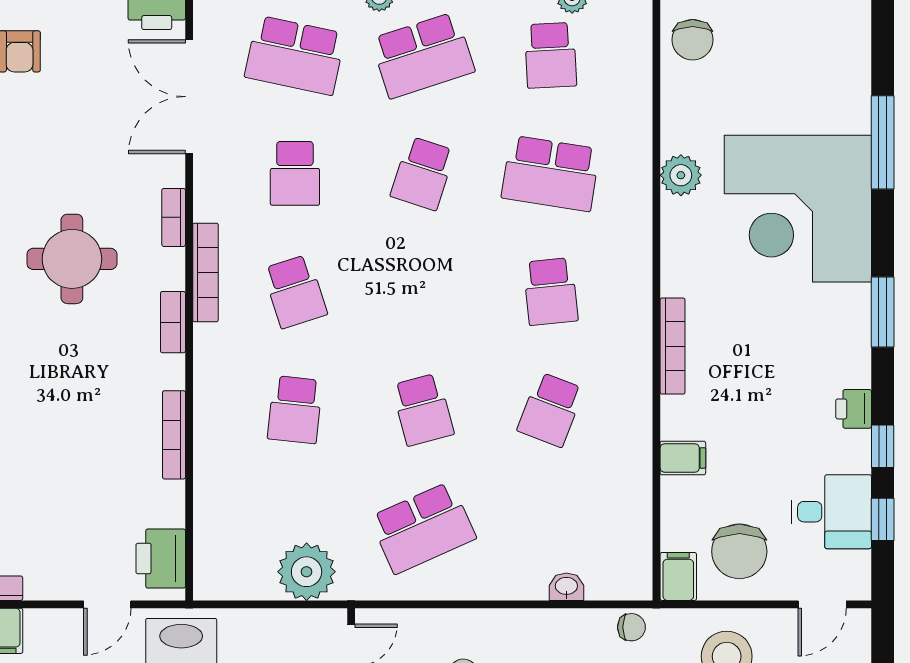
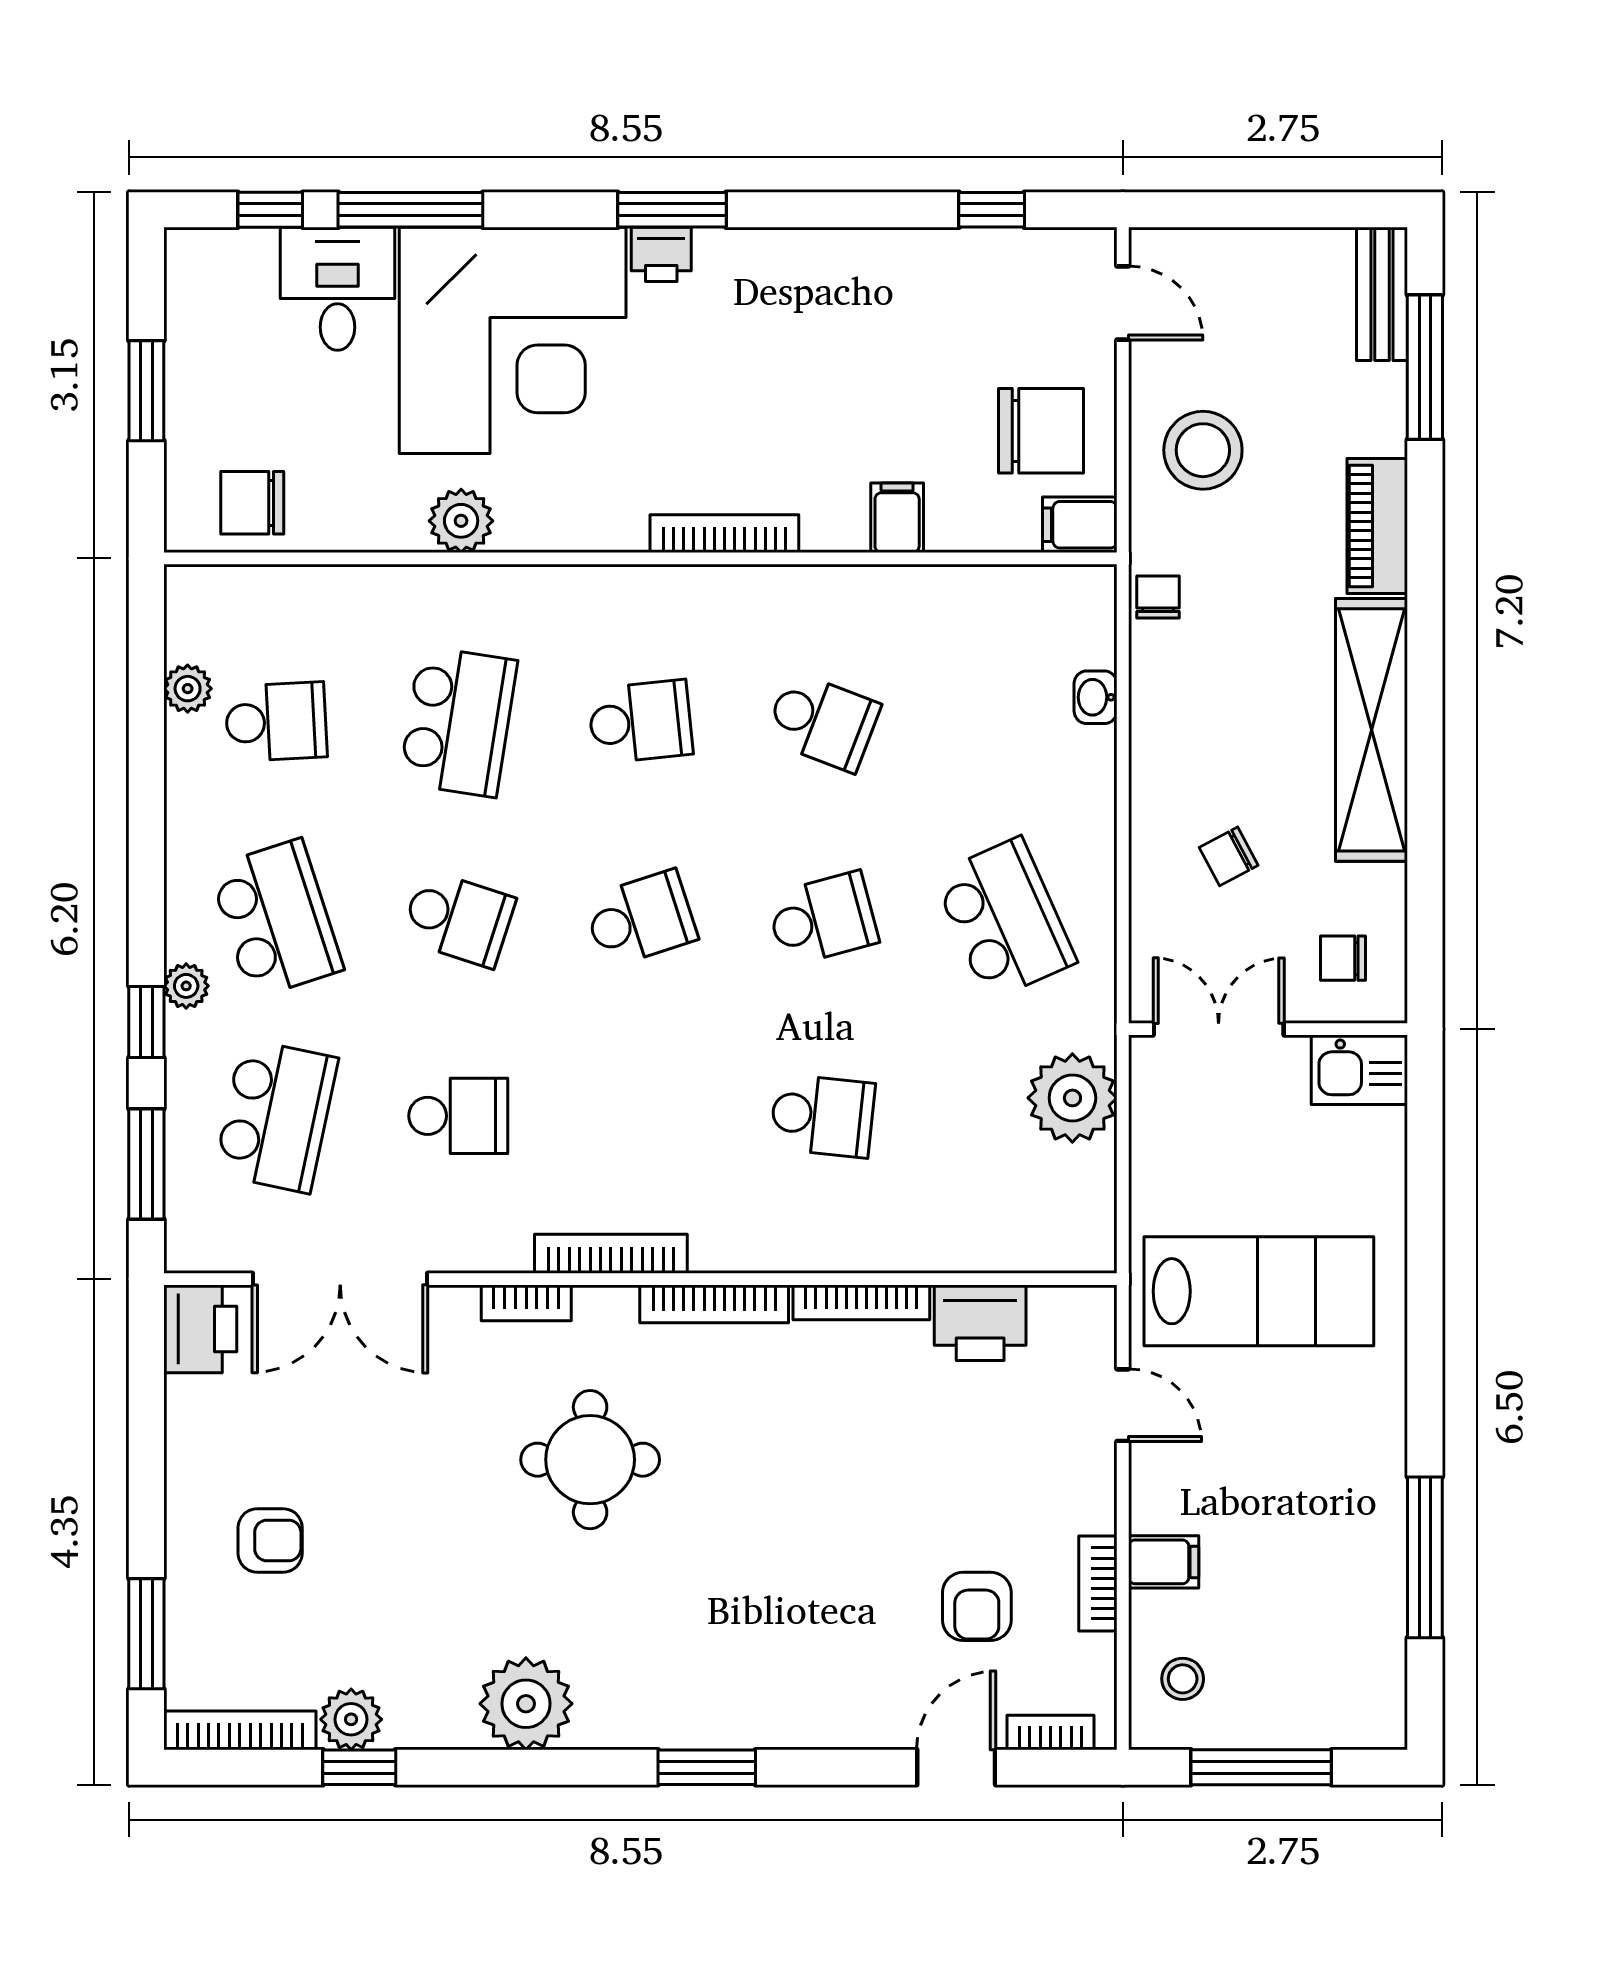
chair: (693, 40) -> (252, 503), turned 180
school desk: (295, 292) -> (640, 919), moved
bookcase: (173, 322) -> (714, 1304), width x1.56
printer: (854, 409) -> (661, 254), moved
window: (883, 446) -> (270, 210), moved
desk: (831, 512) -> (338, 289), moved
printer: (161, 559) -> (980, 1323), moved

